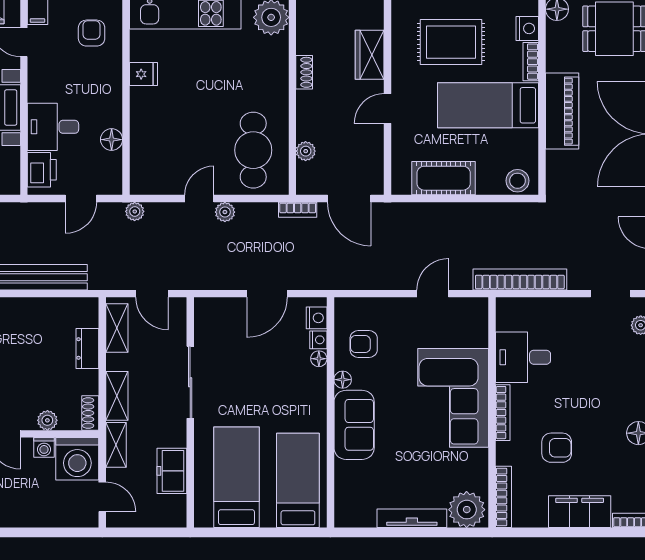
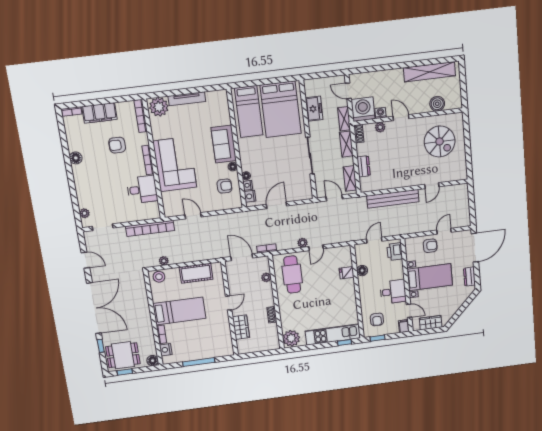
rug: (451, 42) -> (202, 338), removed
fridge: (143, 74) -> (347, 273), moved
piano: (562, 111) -> (142, 313), removed
desk: (53, 127) -> (393, 292), moved
plant: (135, 211) -> (164, 261), moved
door: (433, 294) -> (193, 216), swing flipped
bed: (236, 477) -> (281, 109), width x1.50

